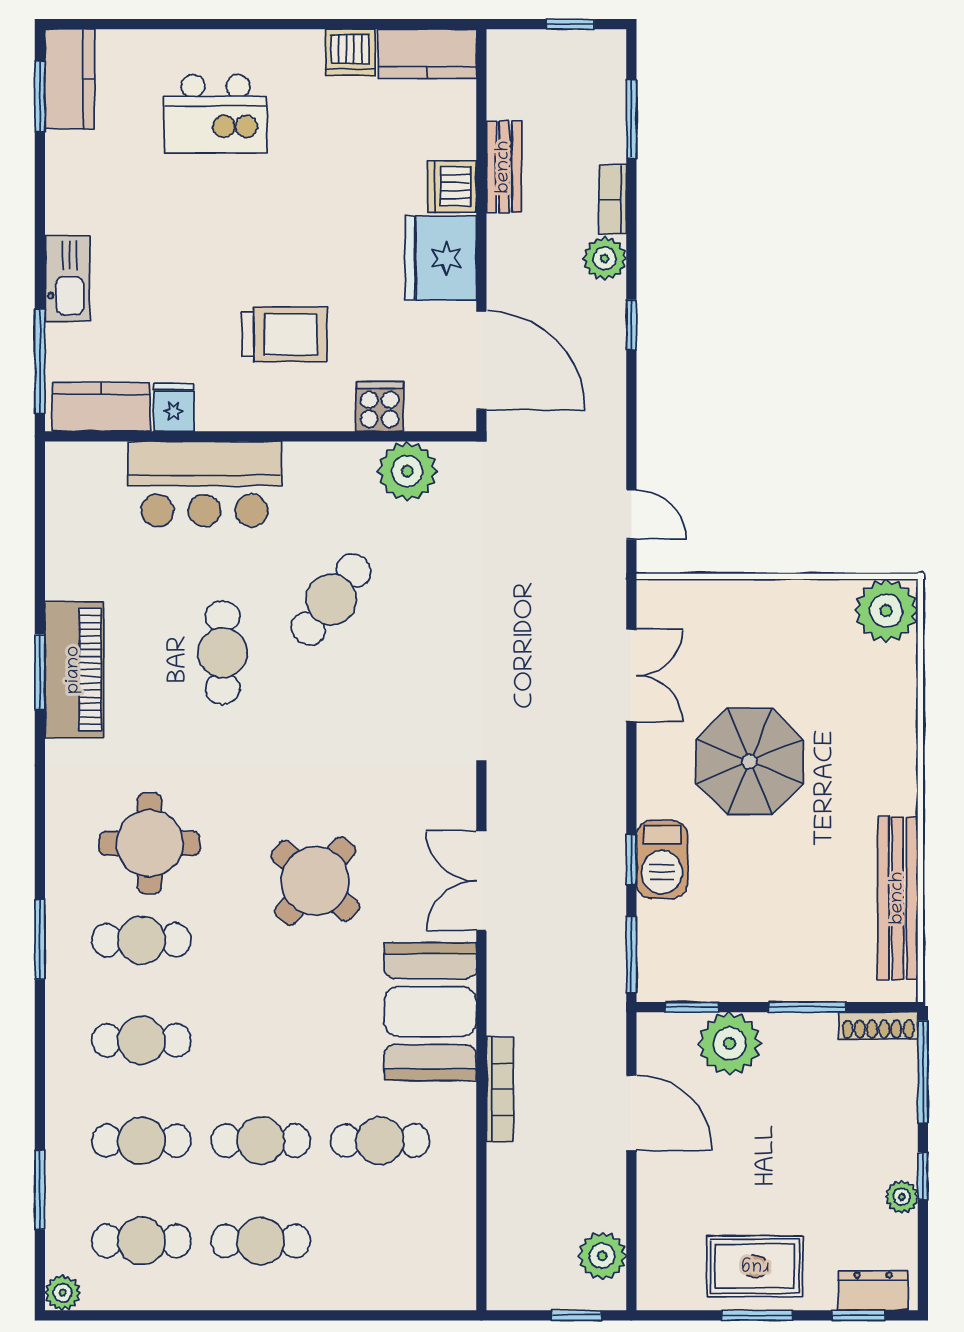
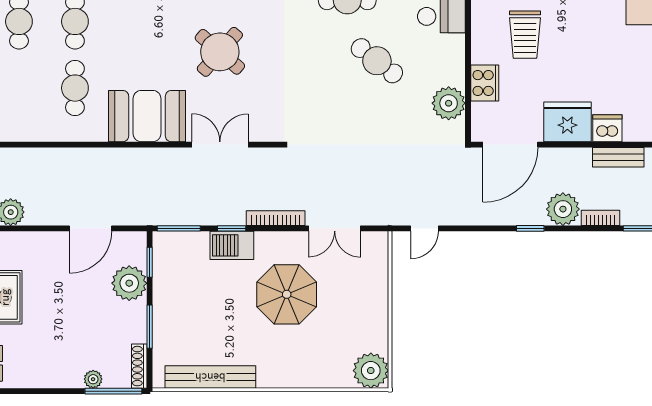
plant: (605, 258) -> (563, 209), width x1.36, depth x1.36
cooker: (380, 406) -> (485, 83), width x1.36
bookcase: (500, 1089) -> (276, 218), moved, turned 180
window: (923, 1176) -> (55, 391), removed
plant: (902, 1197) -> (93, 379), moved

